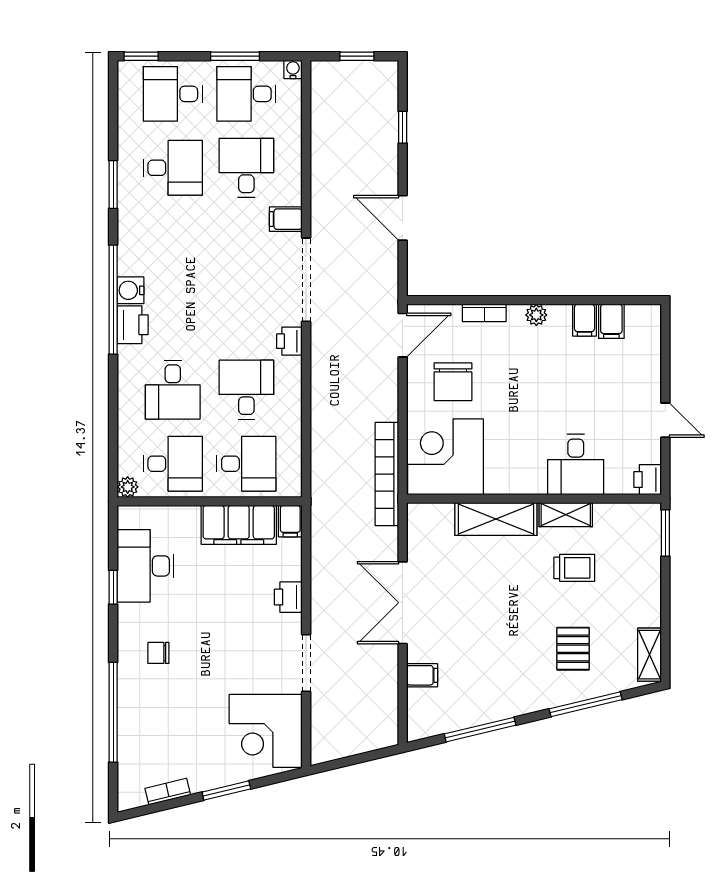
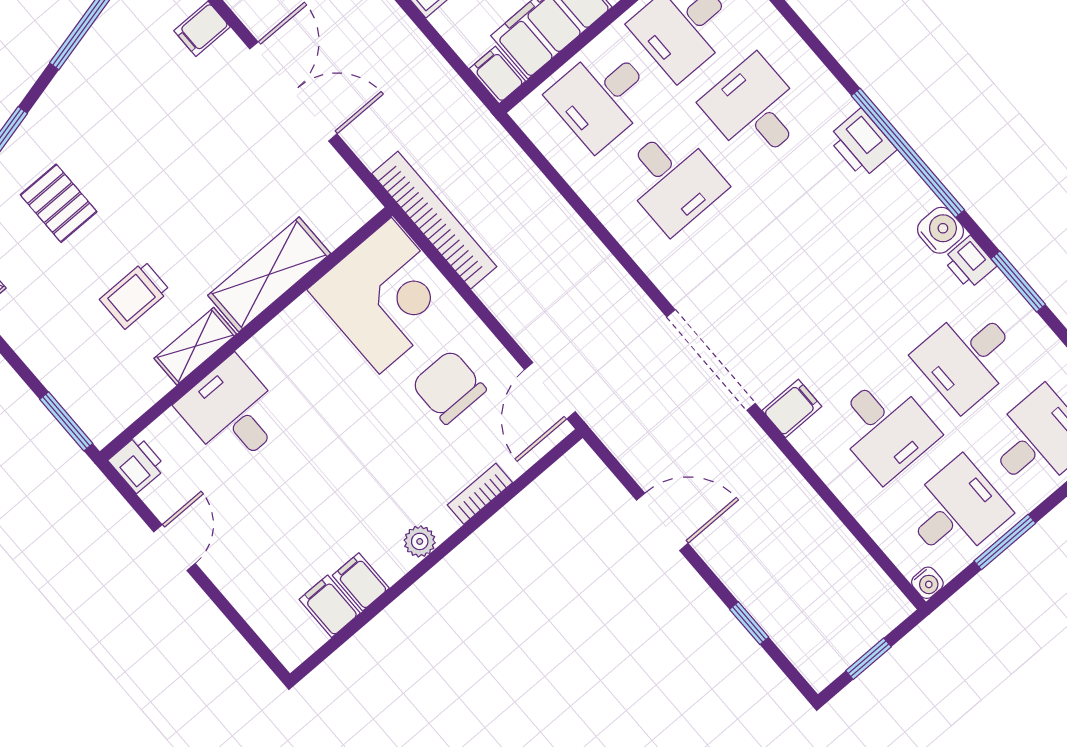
water cooler: (130, 290) -> (941, 230), moved
printer: (289, 341) -> (970, 263), moved, turned 180
door: (665, 420) -> (175, 548), swing flipped

